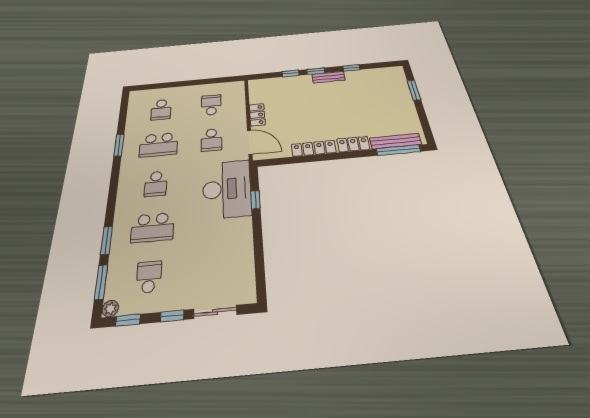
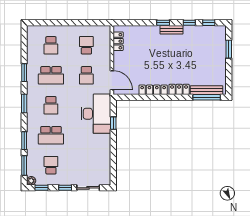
window: (290, 74) -> (209, 23), moved
locker: (257, 115) -> (118, 41), moved
window: (114, 185) -> (24, 104), added

